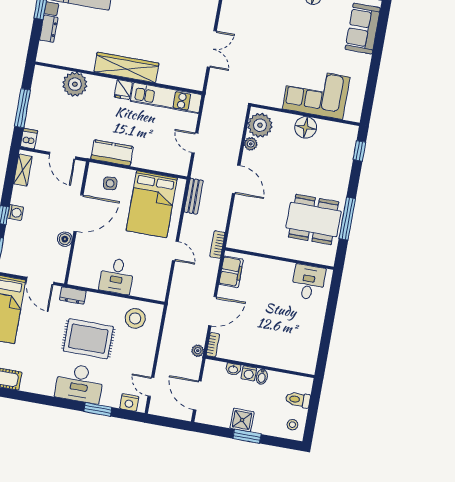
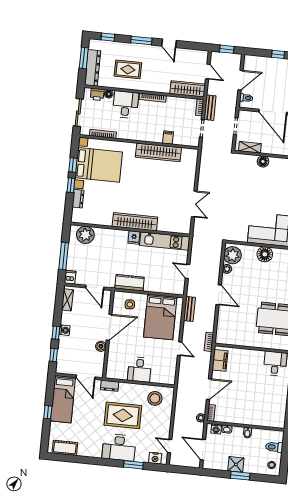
plant: (75, 84) -> (85, 235), moved
washing machine: (249, 373) -> (216, 429), moved

